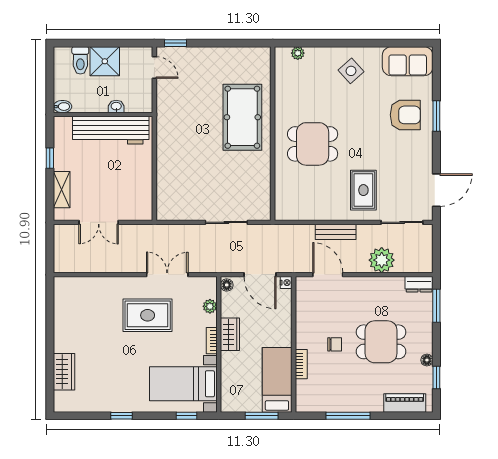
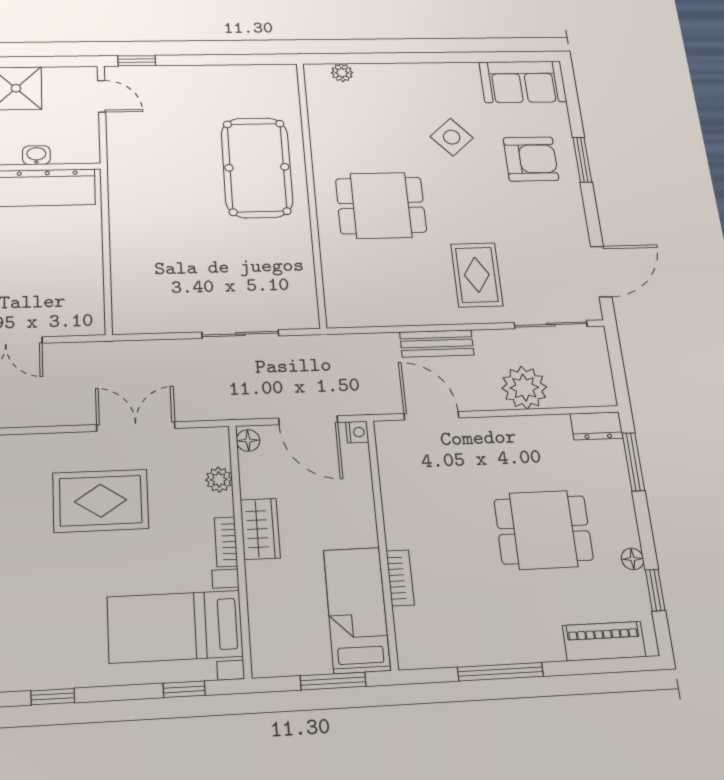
side table: (351, 71) -> (452, 137), moved
chair: (335, 344) -> (458, 538), removed

